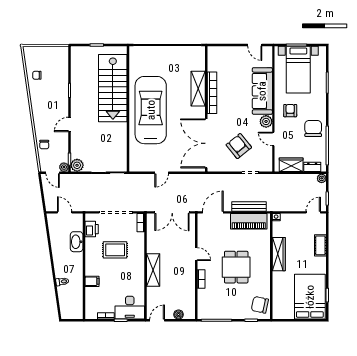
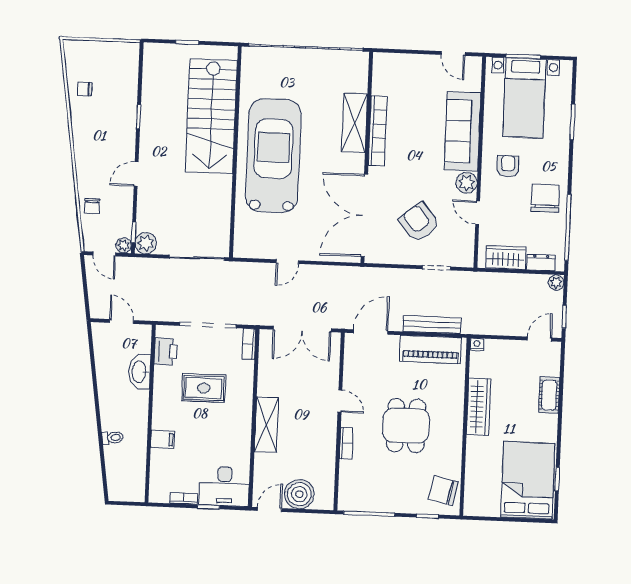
boiler: (179, 315) -> (299, 494), width x1.86, depth x1.86

